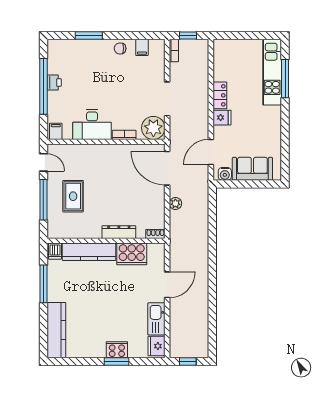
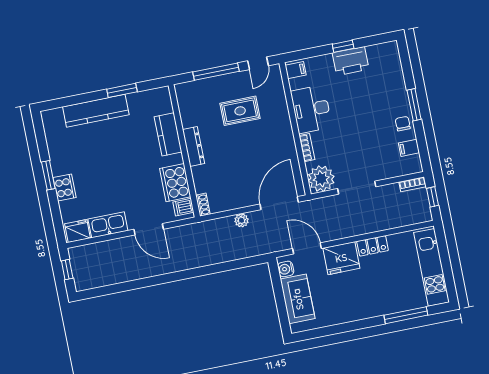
window: (89, 35) -> (414, 105), moved
kitchen unit: (272, 72) -> (431, 267), moved, turned -90
printer: (54, 82) -> (351, 61), width x1.87, depth x1.48
window: (43, 86) -> (343, 46), width x0.32
fridge: (222, 118) -> (341, 258), width x1.88, depth x1.34
rug: (73, 196) -> (240, 111), moved
dresser: (119, 232) -> (193, 147), moved
dishwasher: (55, 251) -> (183, 207), moved
kitchen counter: (89, 252) -> (168, 134), width x0.67
window: (43, 284) -> (122, 90), width x0.69
kitchen counter: (56, 330) -> (96, 111), moved
window: (116, 362) -> (48, 175), moved

